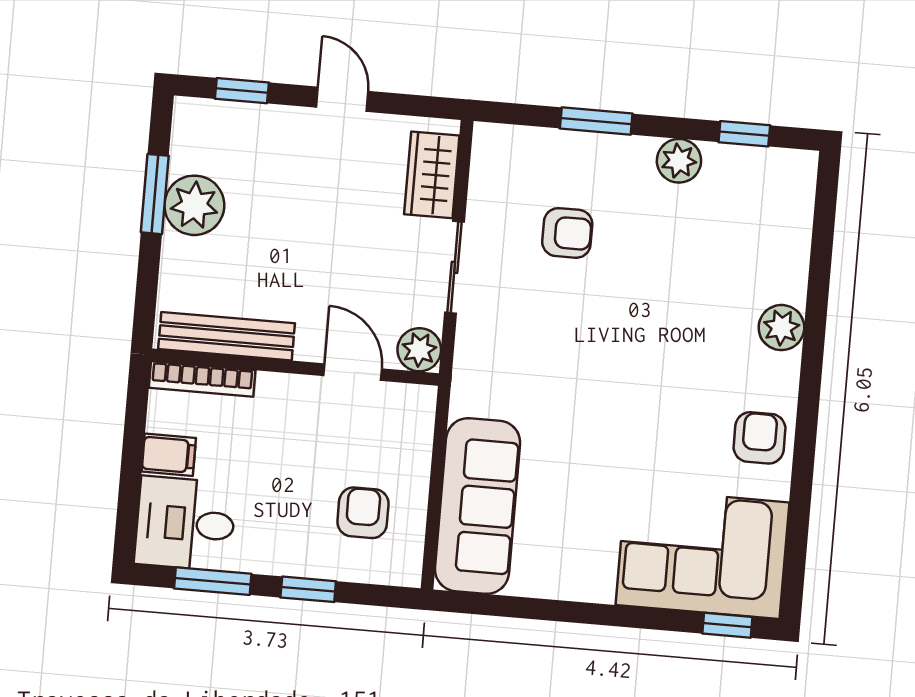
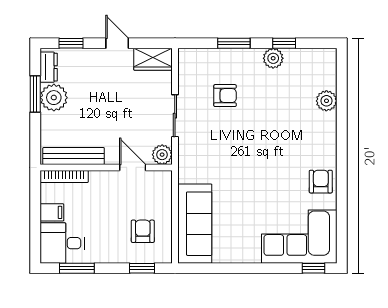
window: (744, 134) -> (284, 43), moved
dresser: (189, 138) -> (49, 67), added
wardrobe: (432, 175) -> (153, 59), moved, turned -90
plant: (781, 328) -> (326, 101), moved
window: (308, 589) -> (142, 268), moved

